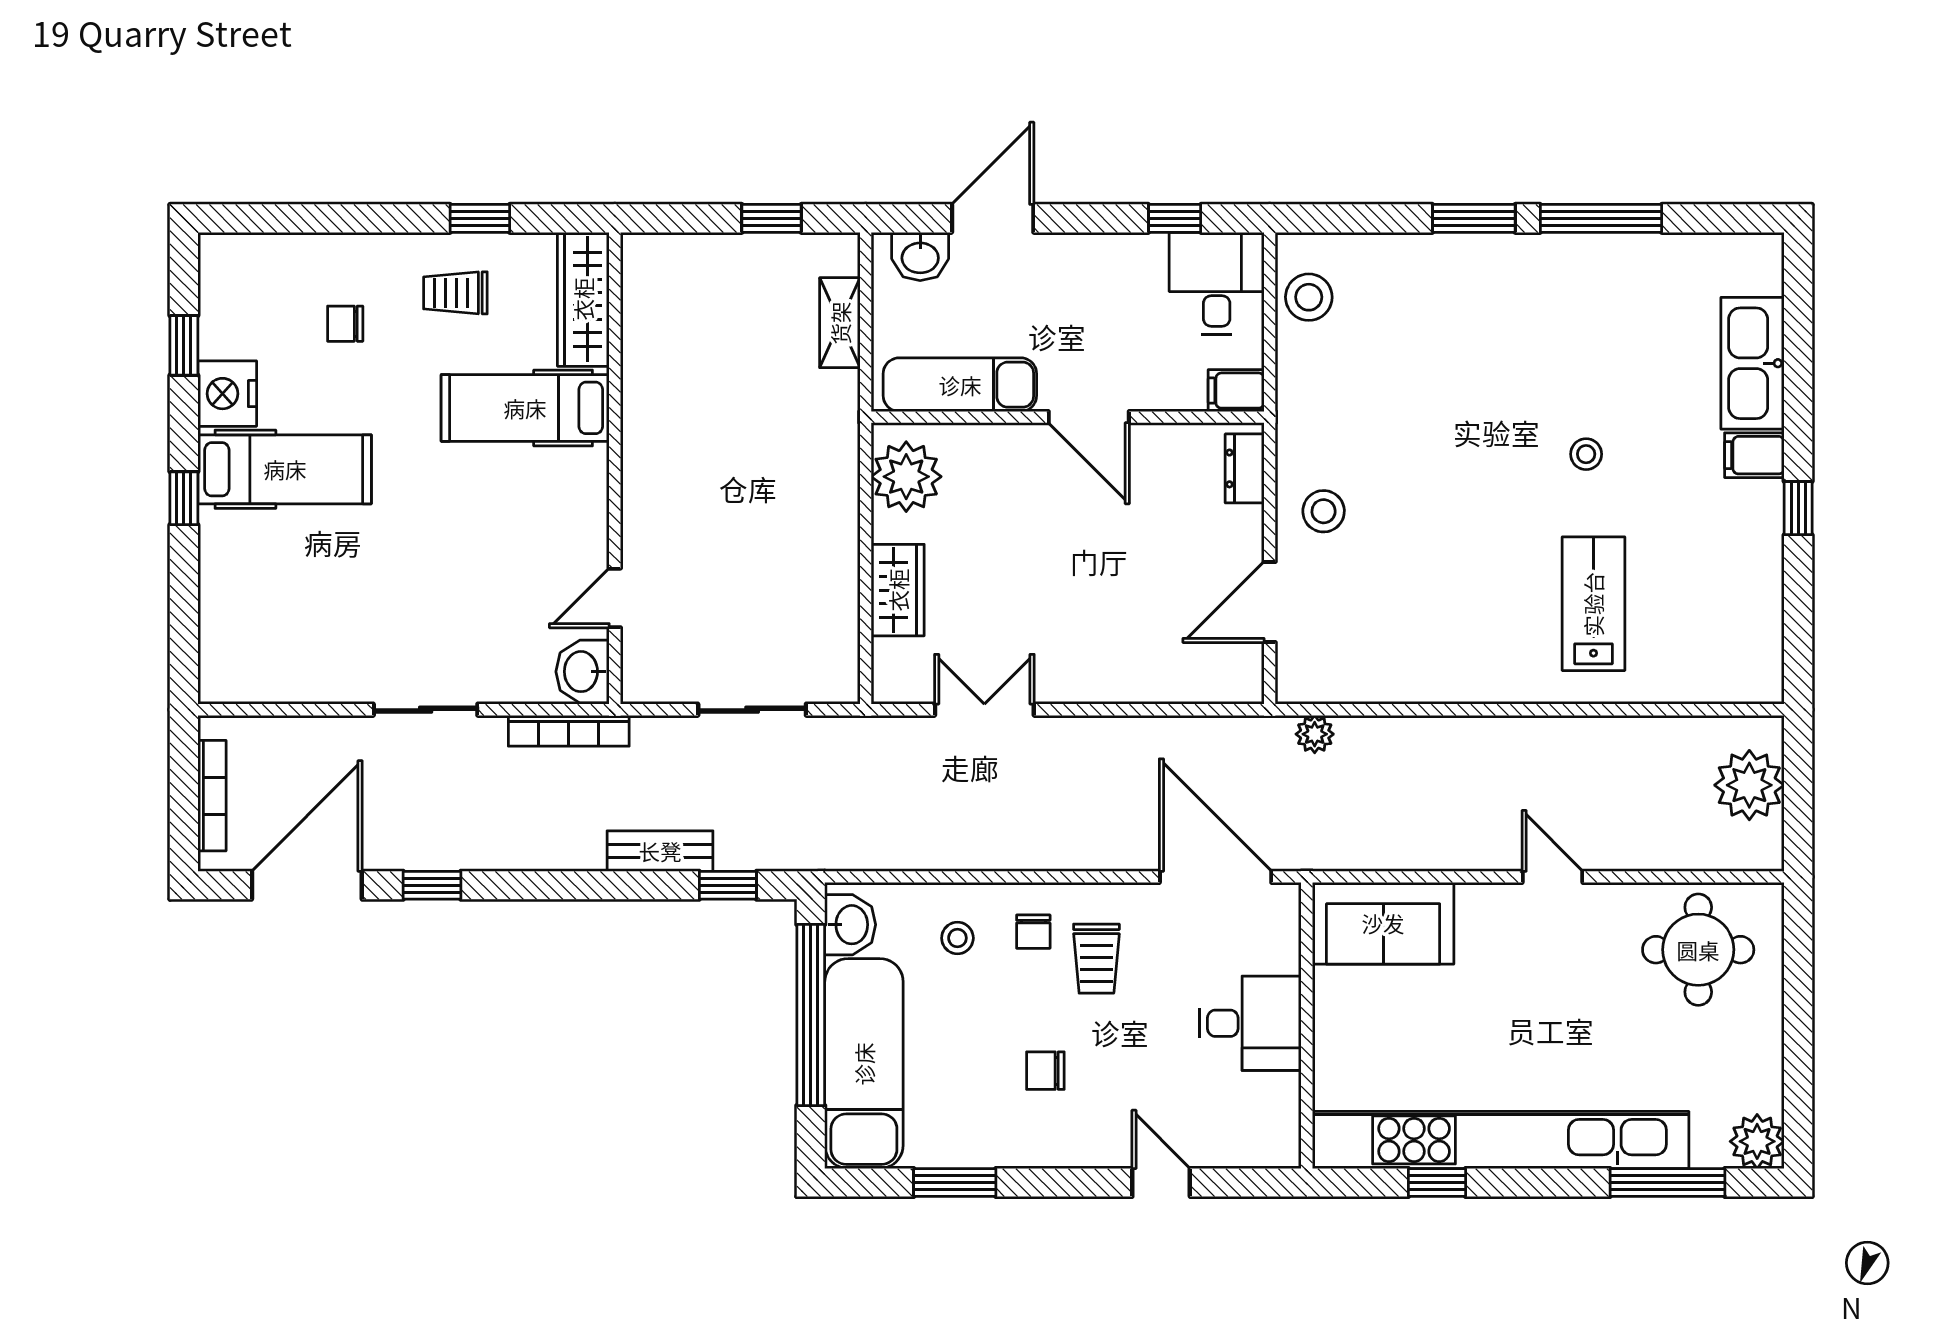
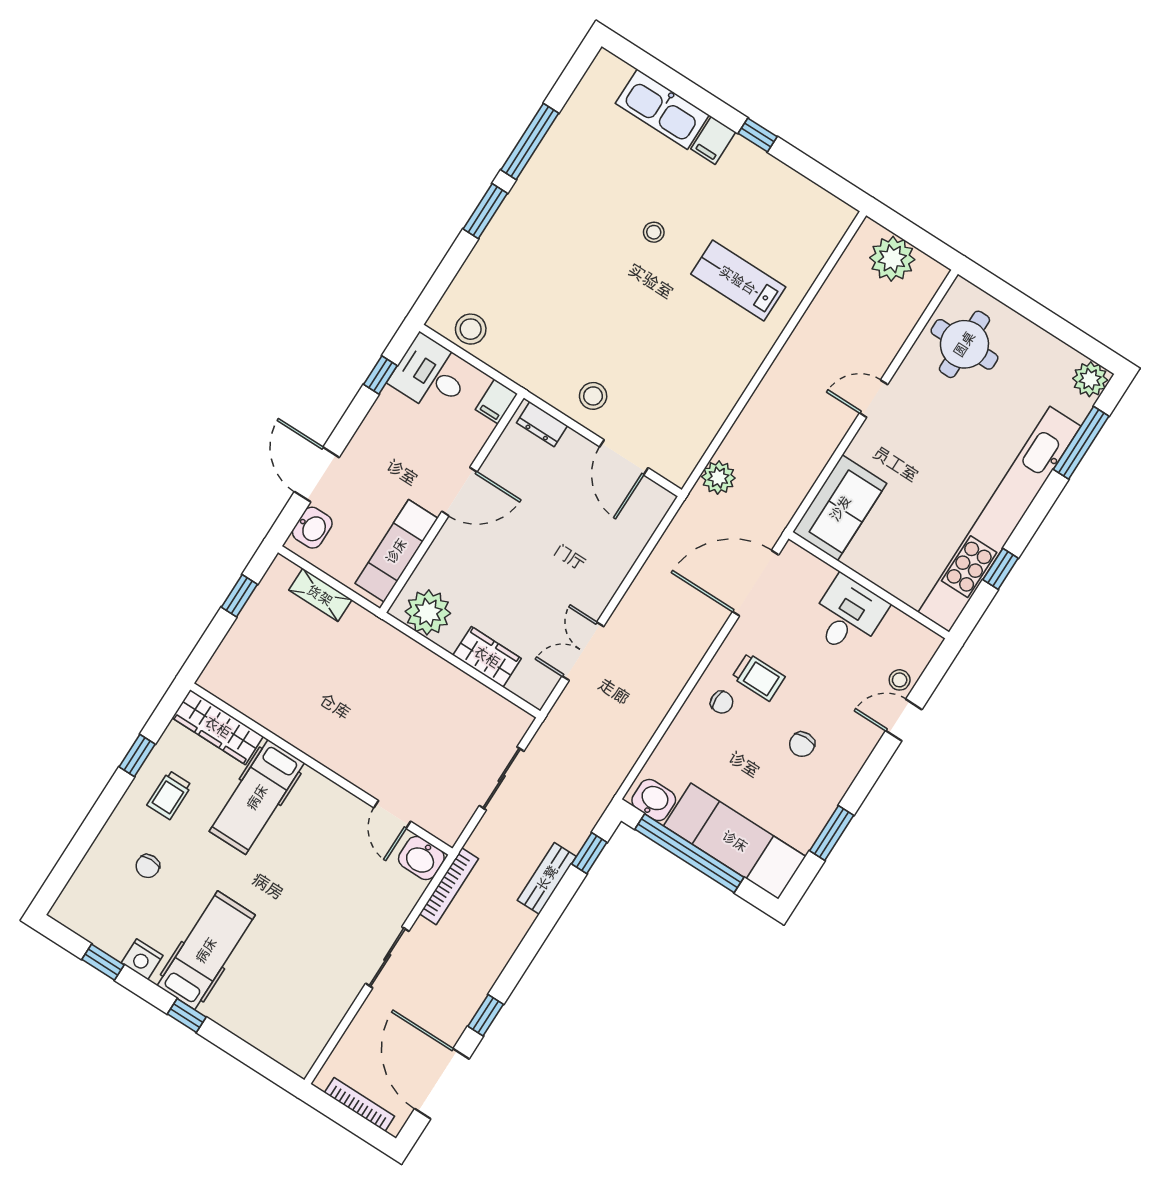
nightstand: (227, 394) -> (142, 959), width x0.74, depth x0.75
plant: (1315, 734) -> (718, 477), width x1.38, depth x1.38
stool: (957, 938) -> (900, 680), moved

